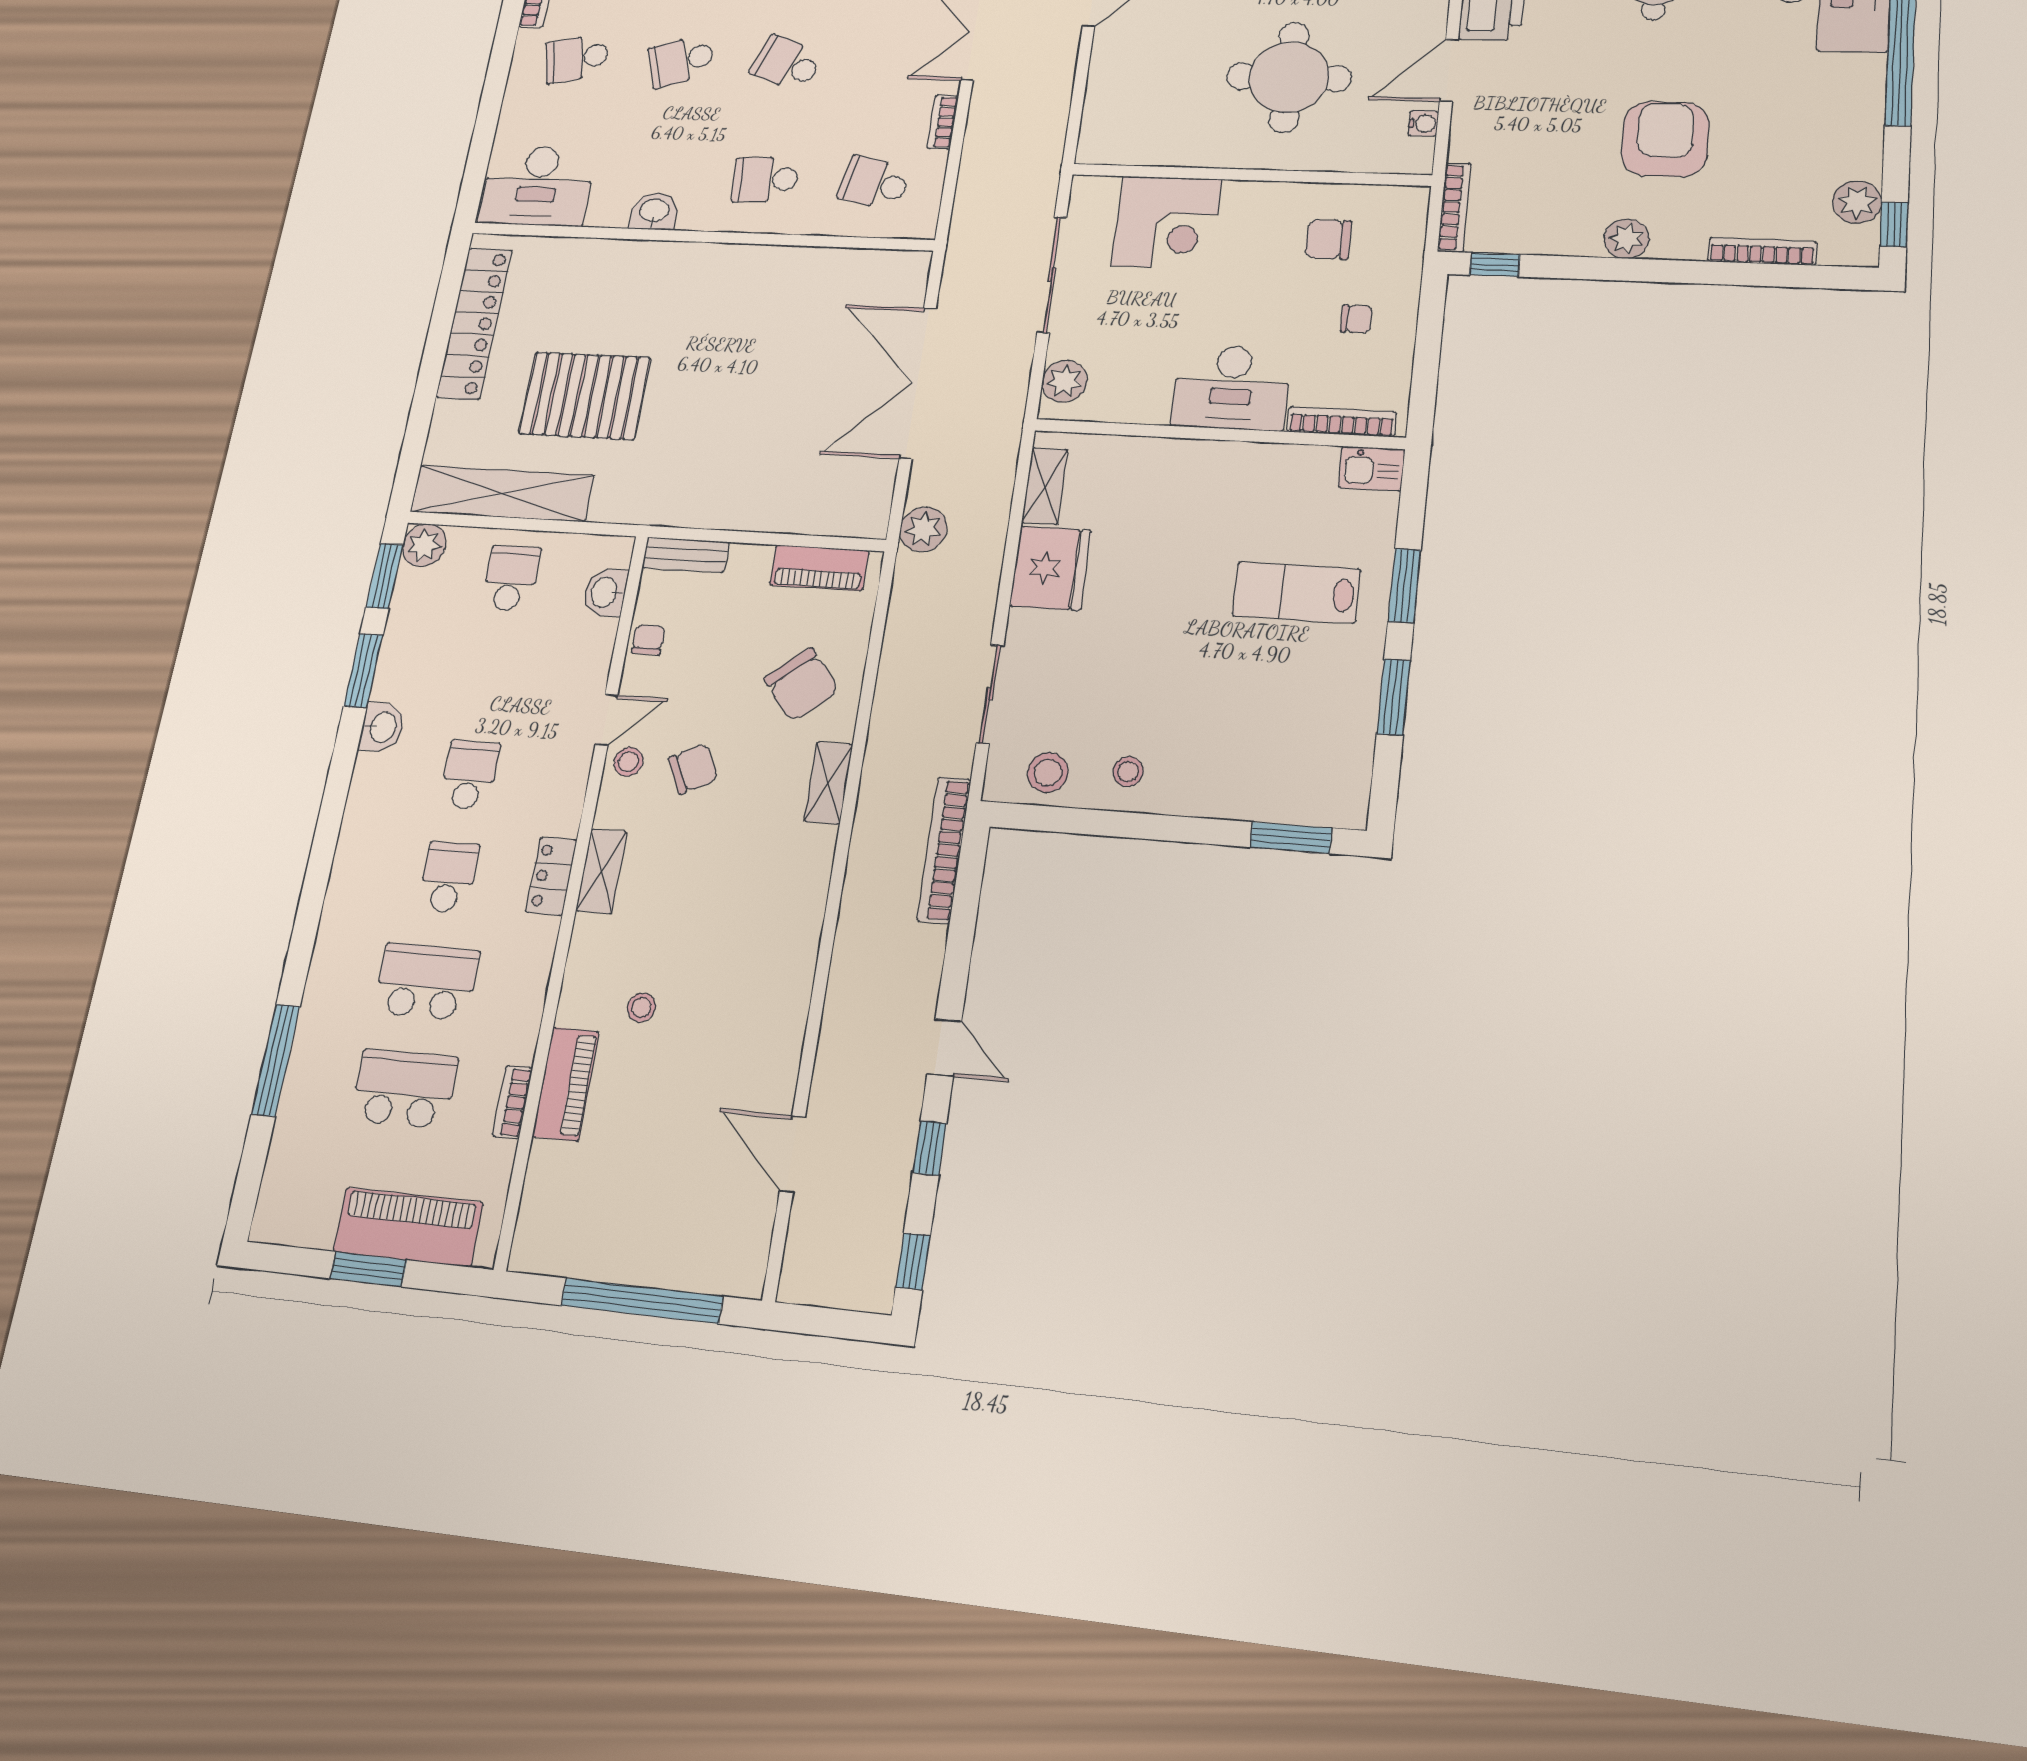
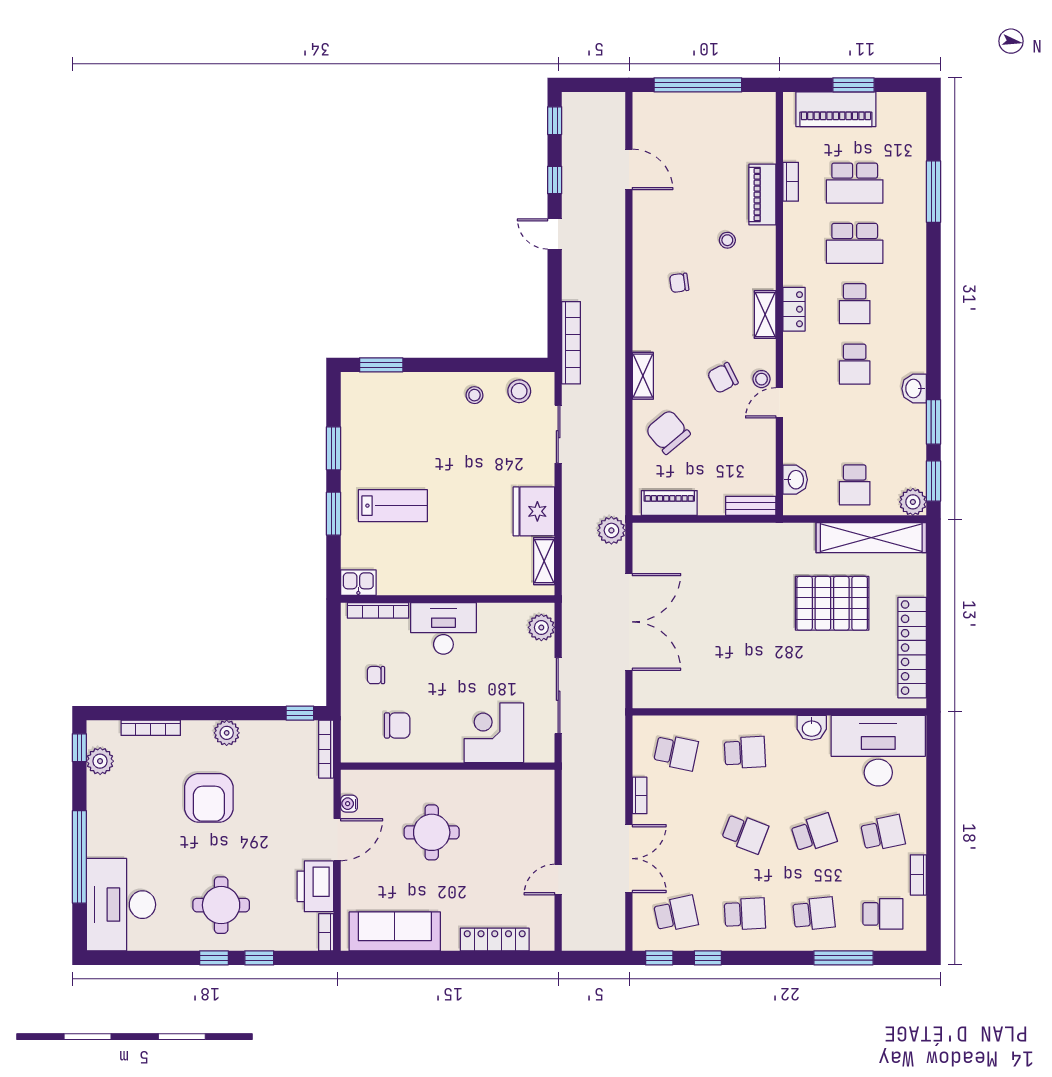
round table: (1289, 77) -> (432, 832), width x0.73, depth x0.73
desk: (537, 186) -> (878, 751), width x1.36, depth x1.30
chair: (648, 640) -> (679, 283), moved, turned 82

